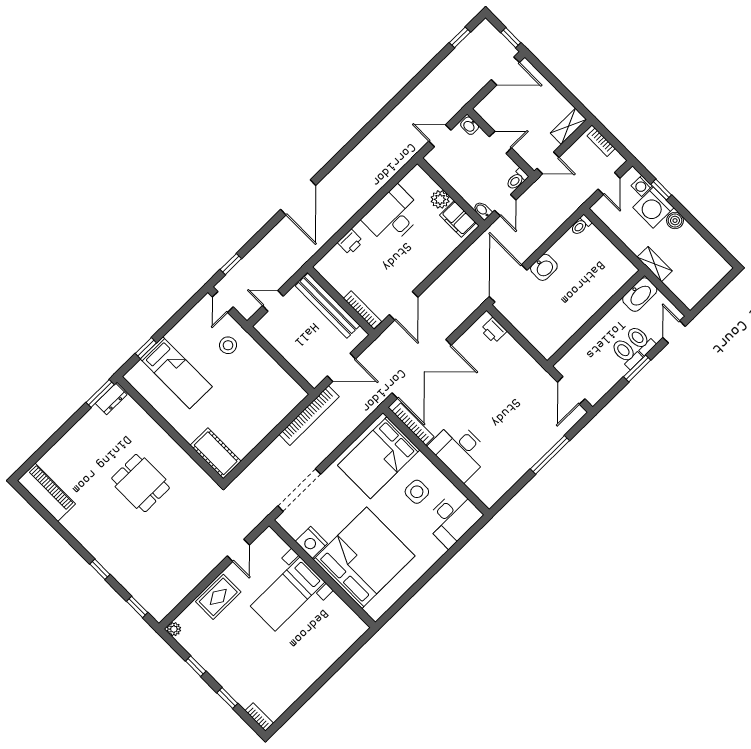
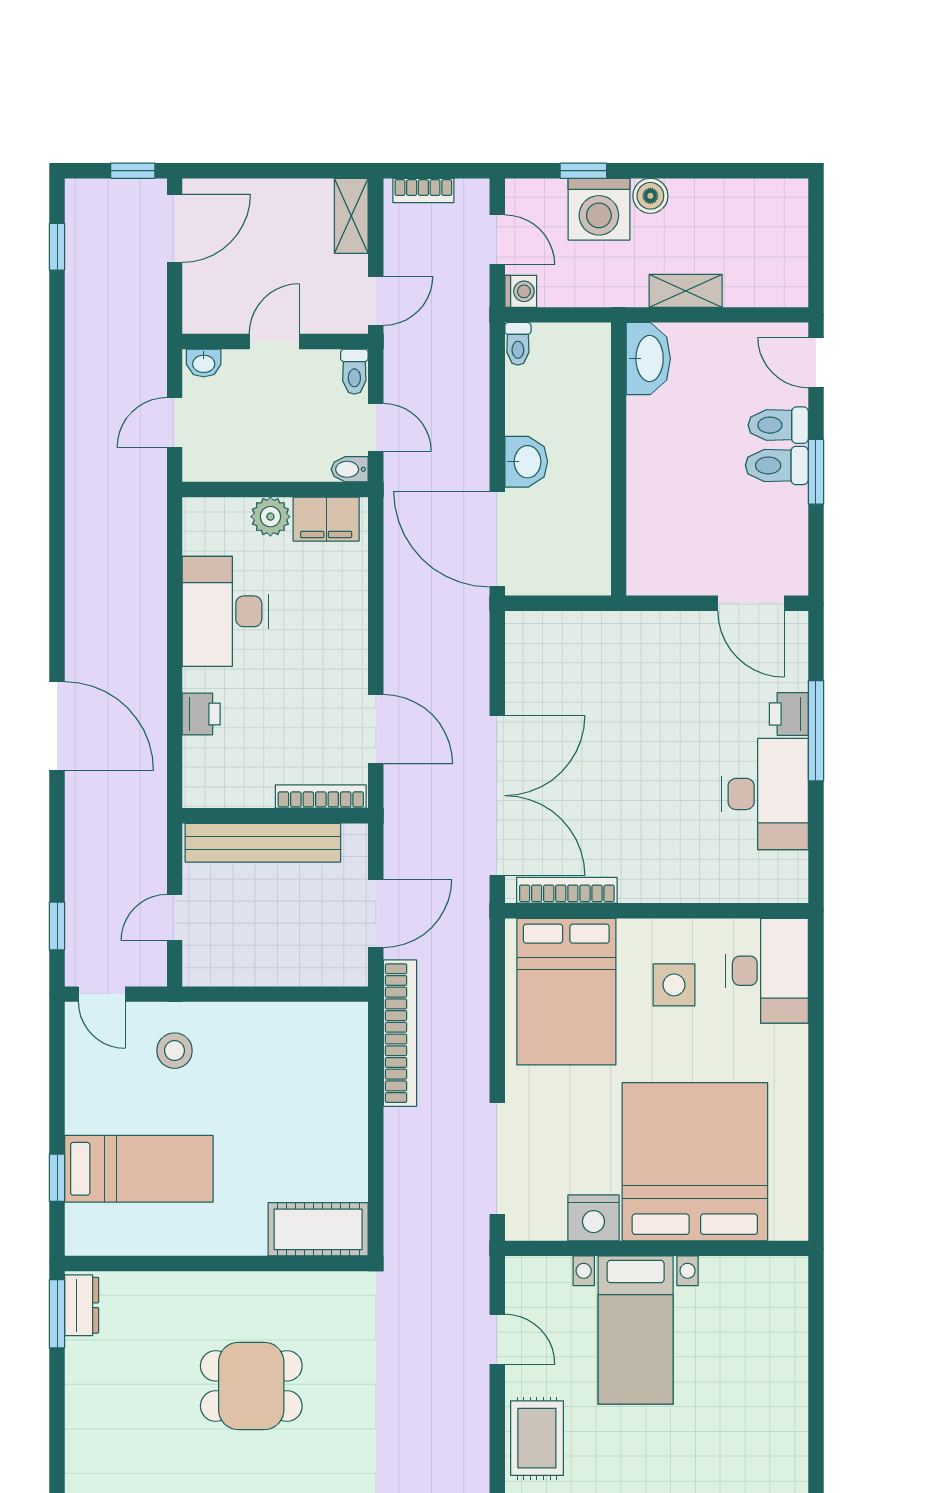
washing machine: (642, 186) -> (521, 291), moved, turned -90
washbasin: (640, 295) -> (648, 359), moved
wall: (596, 318) -> (619, 459), moved
printer: (494, 330) -> (789, 714), moved, turned 90
desk: (460, 450) -> (765, 794), moved, turned -90

